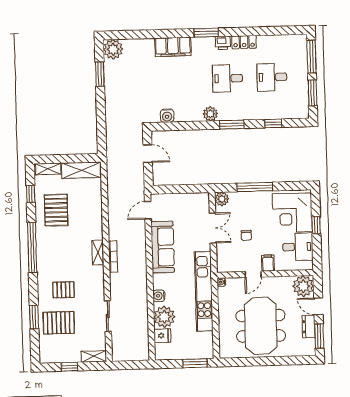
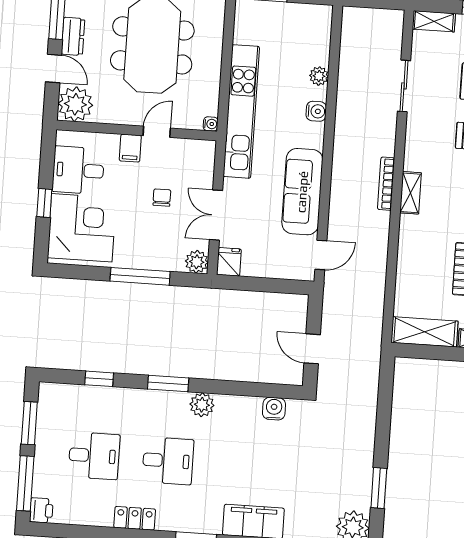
printer: (223, 43) -> (41, 510), moved, turned 90
plant: (164, 317) -> (319, 76), width x0.53, depth x0.53
fridge: (162, 336) -> (229, 262), moved, turned 90

